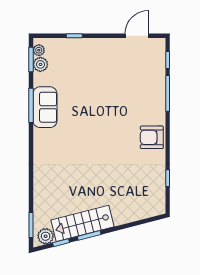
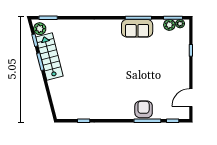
door: (137, 36) -> (191, 98), swing flipped
armchair: (152, 137) -> (144, 109), moved

